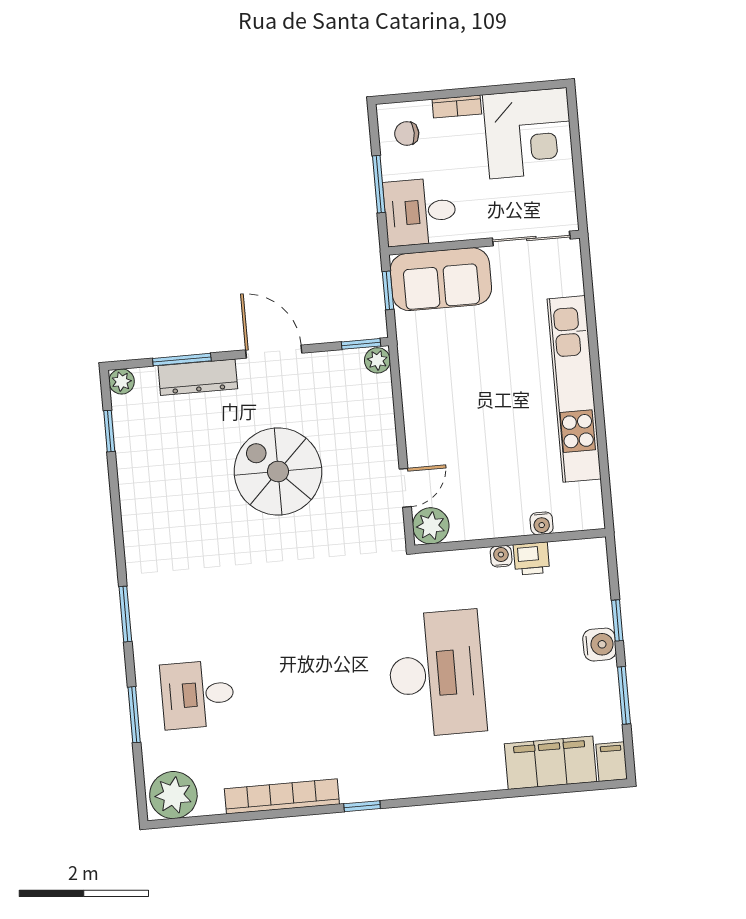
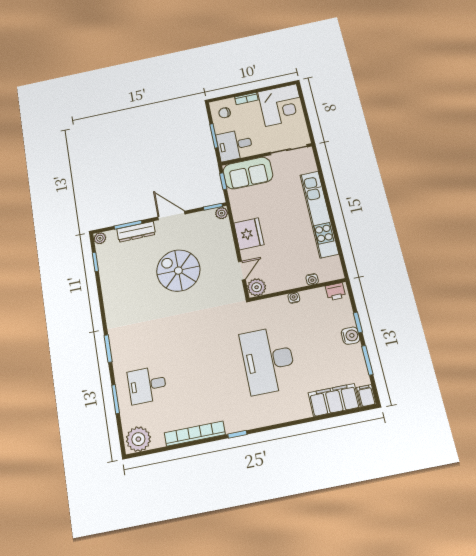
fridge: (428, 412) -> (249, 234), added
printer: (531, 559) -> (336, 292), moved
desk: (436, 674) -> (268, 360), turned 180

